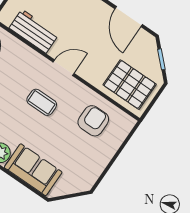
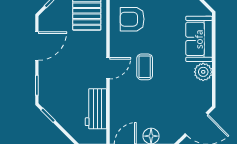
door: (64, 68) -> (108, 68), swing flipped

